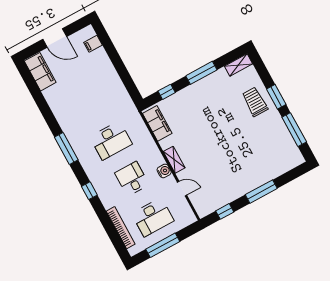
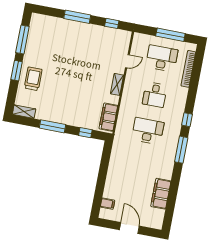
filing cabinet: (40, 72) -> (161, 194), moved
trolley: (255, 102) -> (33, 79), turned 180
water cooler: (164, 171) -> (130, 82), removed
door: (182, 189) -> (127, 61), swing flipped
window: (89, 191) -> (187, 120), moved

